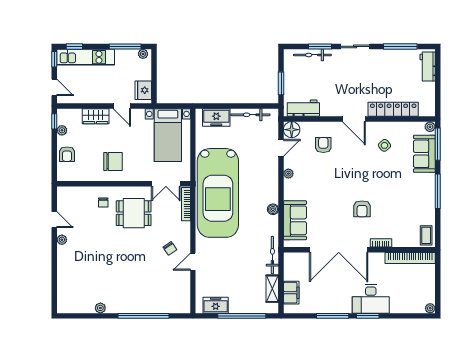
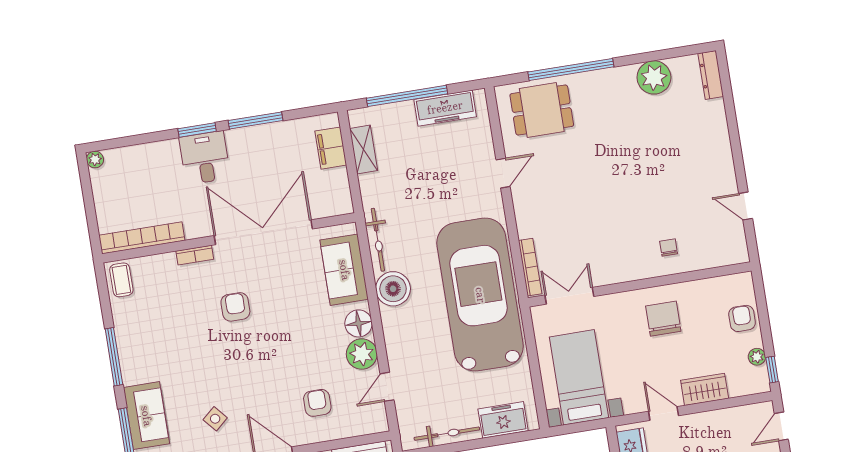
door: (54, 87) -> (781, 426), hinge flipped
floor lamp: (292, 130) -> (358, 323), moved
armchair: (323, 145) -> (317, 403), turned 180
chair: (113, 161) -> (663, 319), turned 90
plant: (288, 174) -> (362, 354), width x1.88, depth x1.88
boiler: (273, 209) -> (393, 289), width x1.86, depth x1.86
dining table: (134, 213) -> (542, 110), moved
plant: (62, 240) -> (728, 174), removed
chair: (170, 248) -> (545, 189), removed
bicycle: (272, 255) -> (378, 240), moved
dresser: (62, 299) -> (711, 75), added
desk: (371, 299) -> (205, 158), width x0.73
freezer: (216, 305) -> (445, 108), width x1.40
plant: (100, 308) -> (654, 77), width x1.87, depth x1.87

